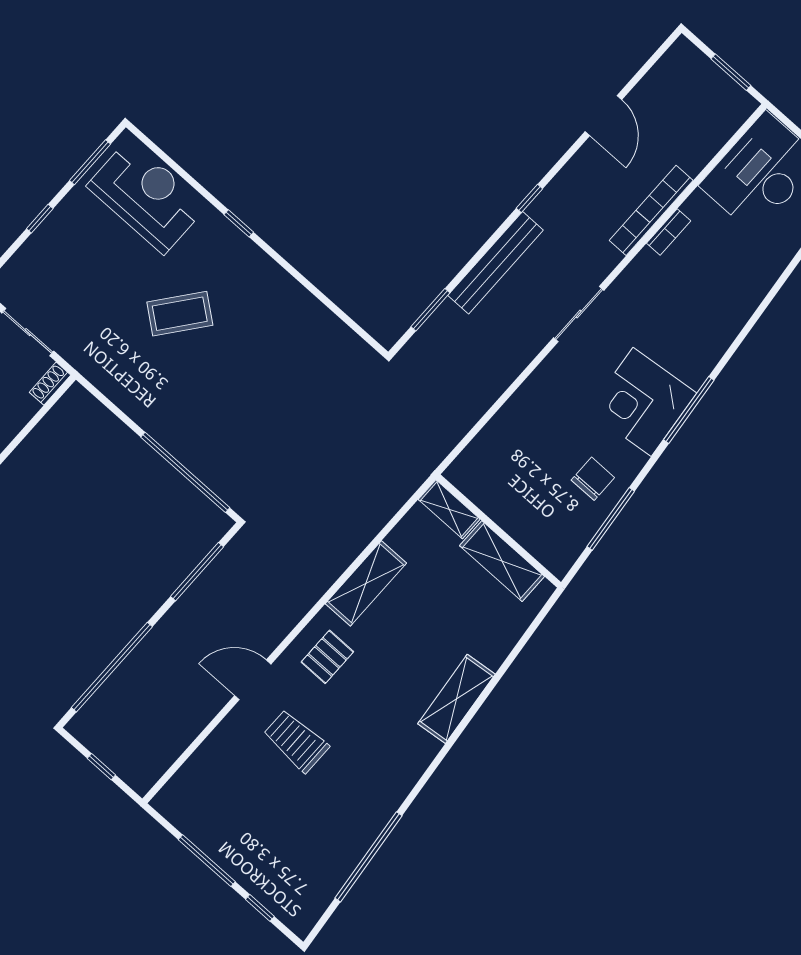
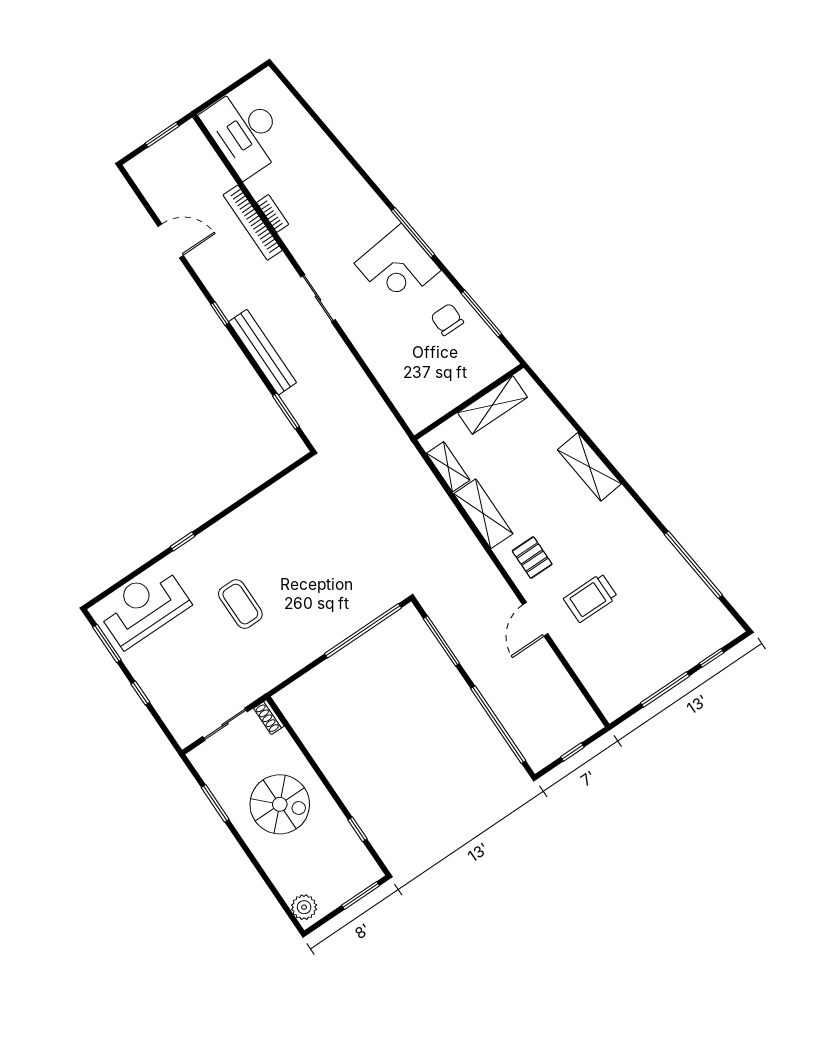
coffee table: (180, 314) -> (240, 604), turned -38
shelving: (449, 509) -> (448, 467), moved, turned 90

